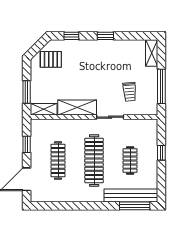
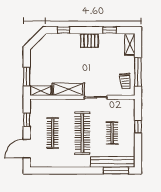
window: (105, 36) -> (109, 30), moved
pallet: (51, 59) -> (89, 41), moved
trolley: (130, 92) -> (125, 81), moved

